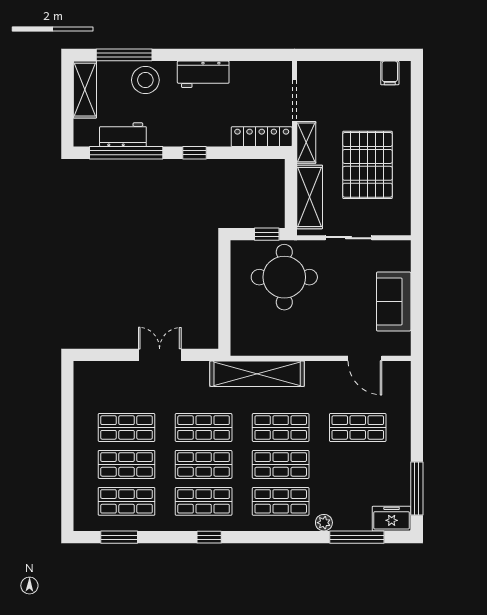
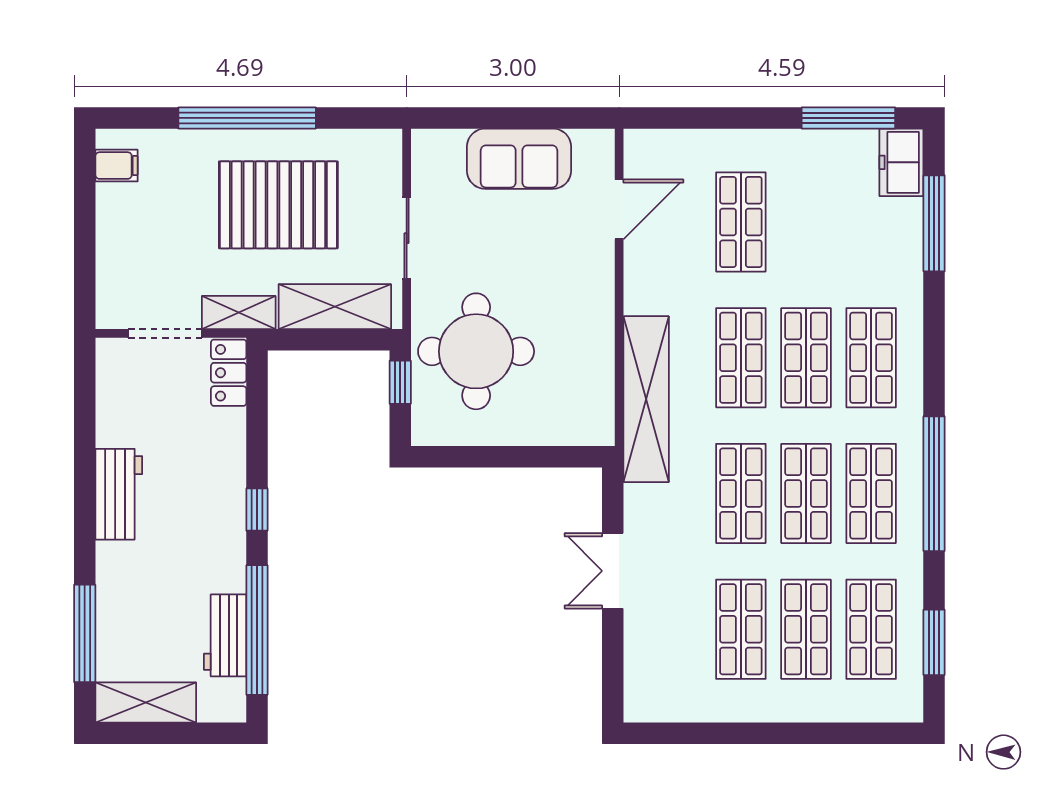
stool: (145, 80) -> (129, 596), removed
locker: (262, 137) -> (229, 373), width x0.66
window: (417, 147) -> (247, 118), added
plant: (324, 523) -> (909, 282), removed
window: (209, 537) -> (934, 484), width x3.17

